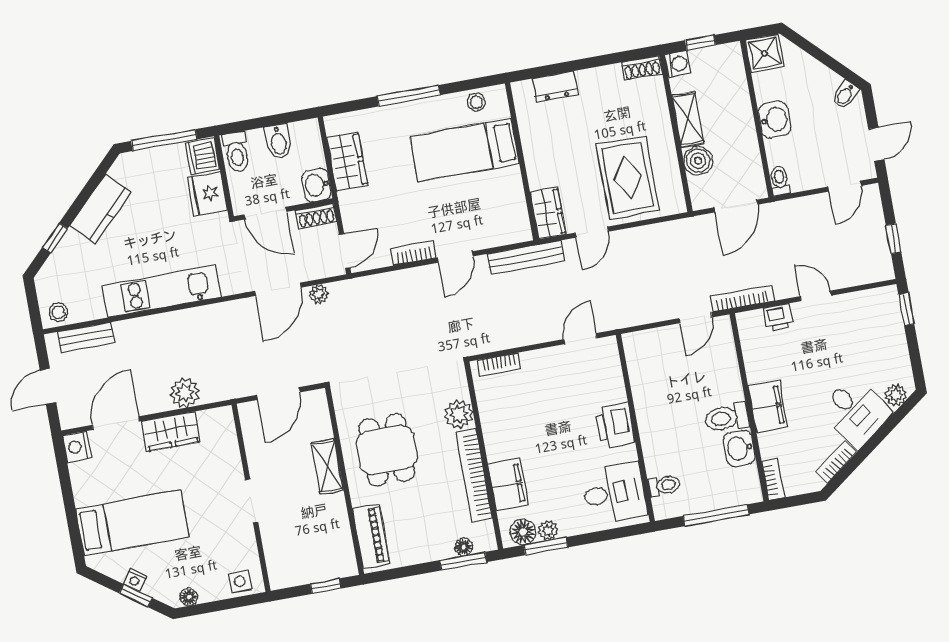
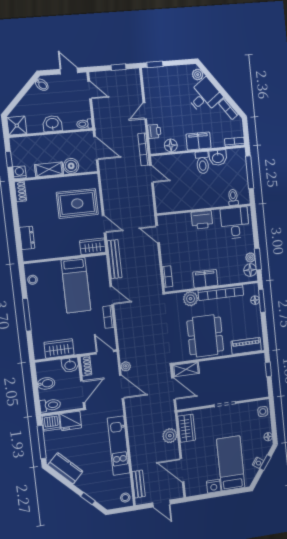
bed: (465, 150) -> (76, 285), moved
kitchen counter: (101, 209) -> (65, 468), moved
floor lamp: (754, 352) -> (171, 145), added
wardrobe: (171, 431) -> (187, 428), moved
nightstand: (77, 447) -> (214, 486), moved
dining table: (387, 450) -> (205, 336), width x1.38
shelving: (327, 467) -> (186, 369), moved
filing cabinet: (508, 485) -> (205, 279), moved

